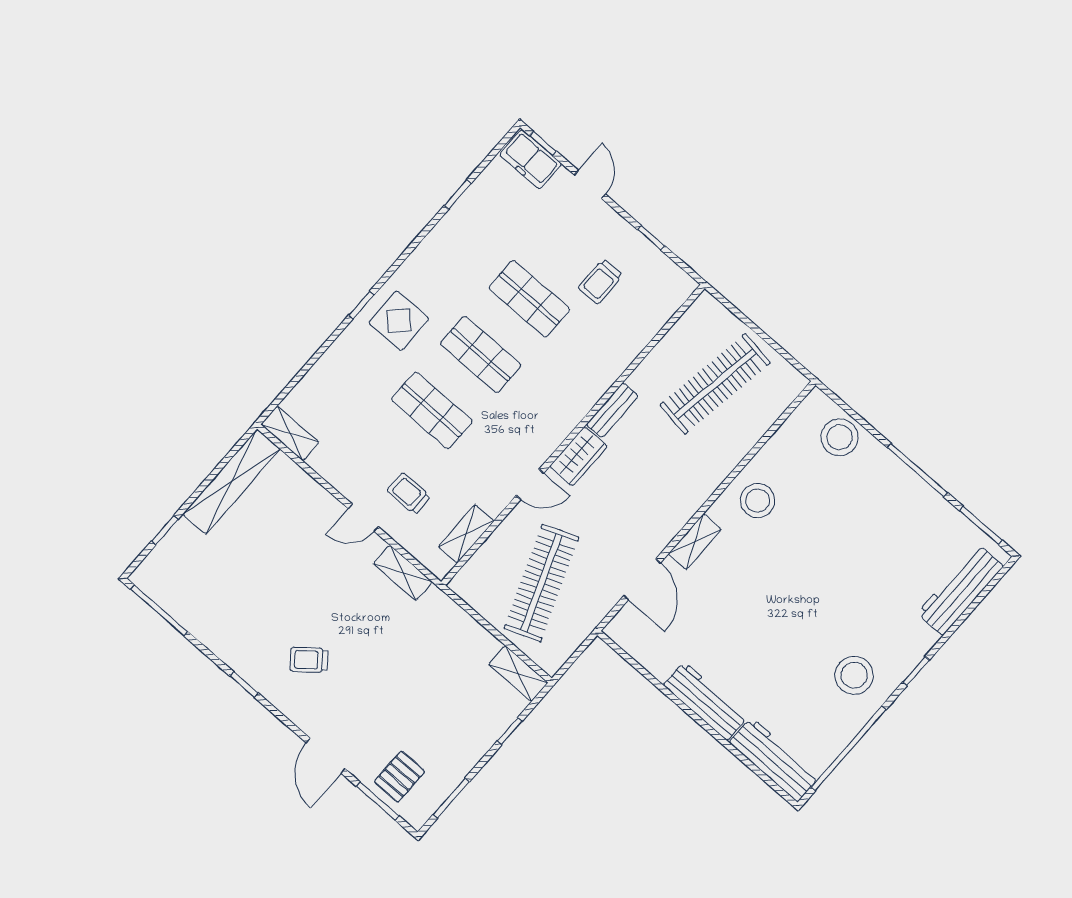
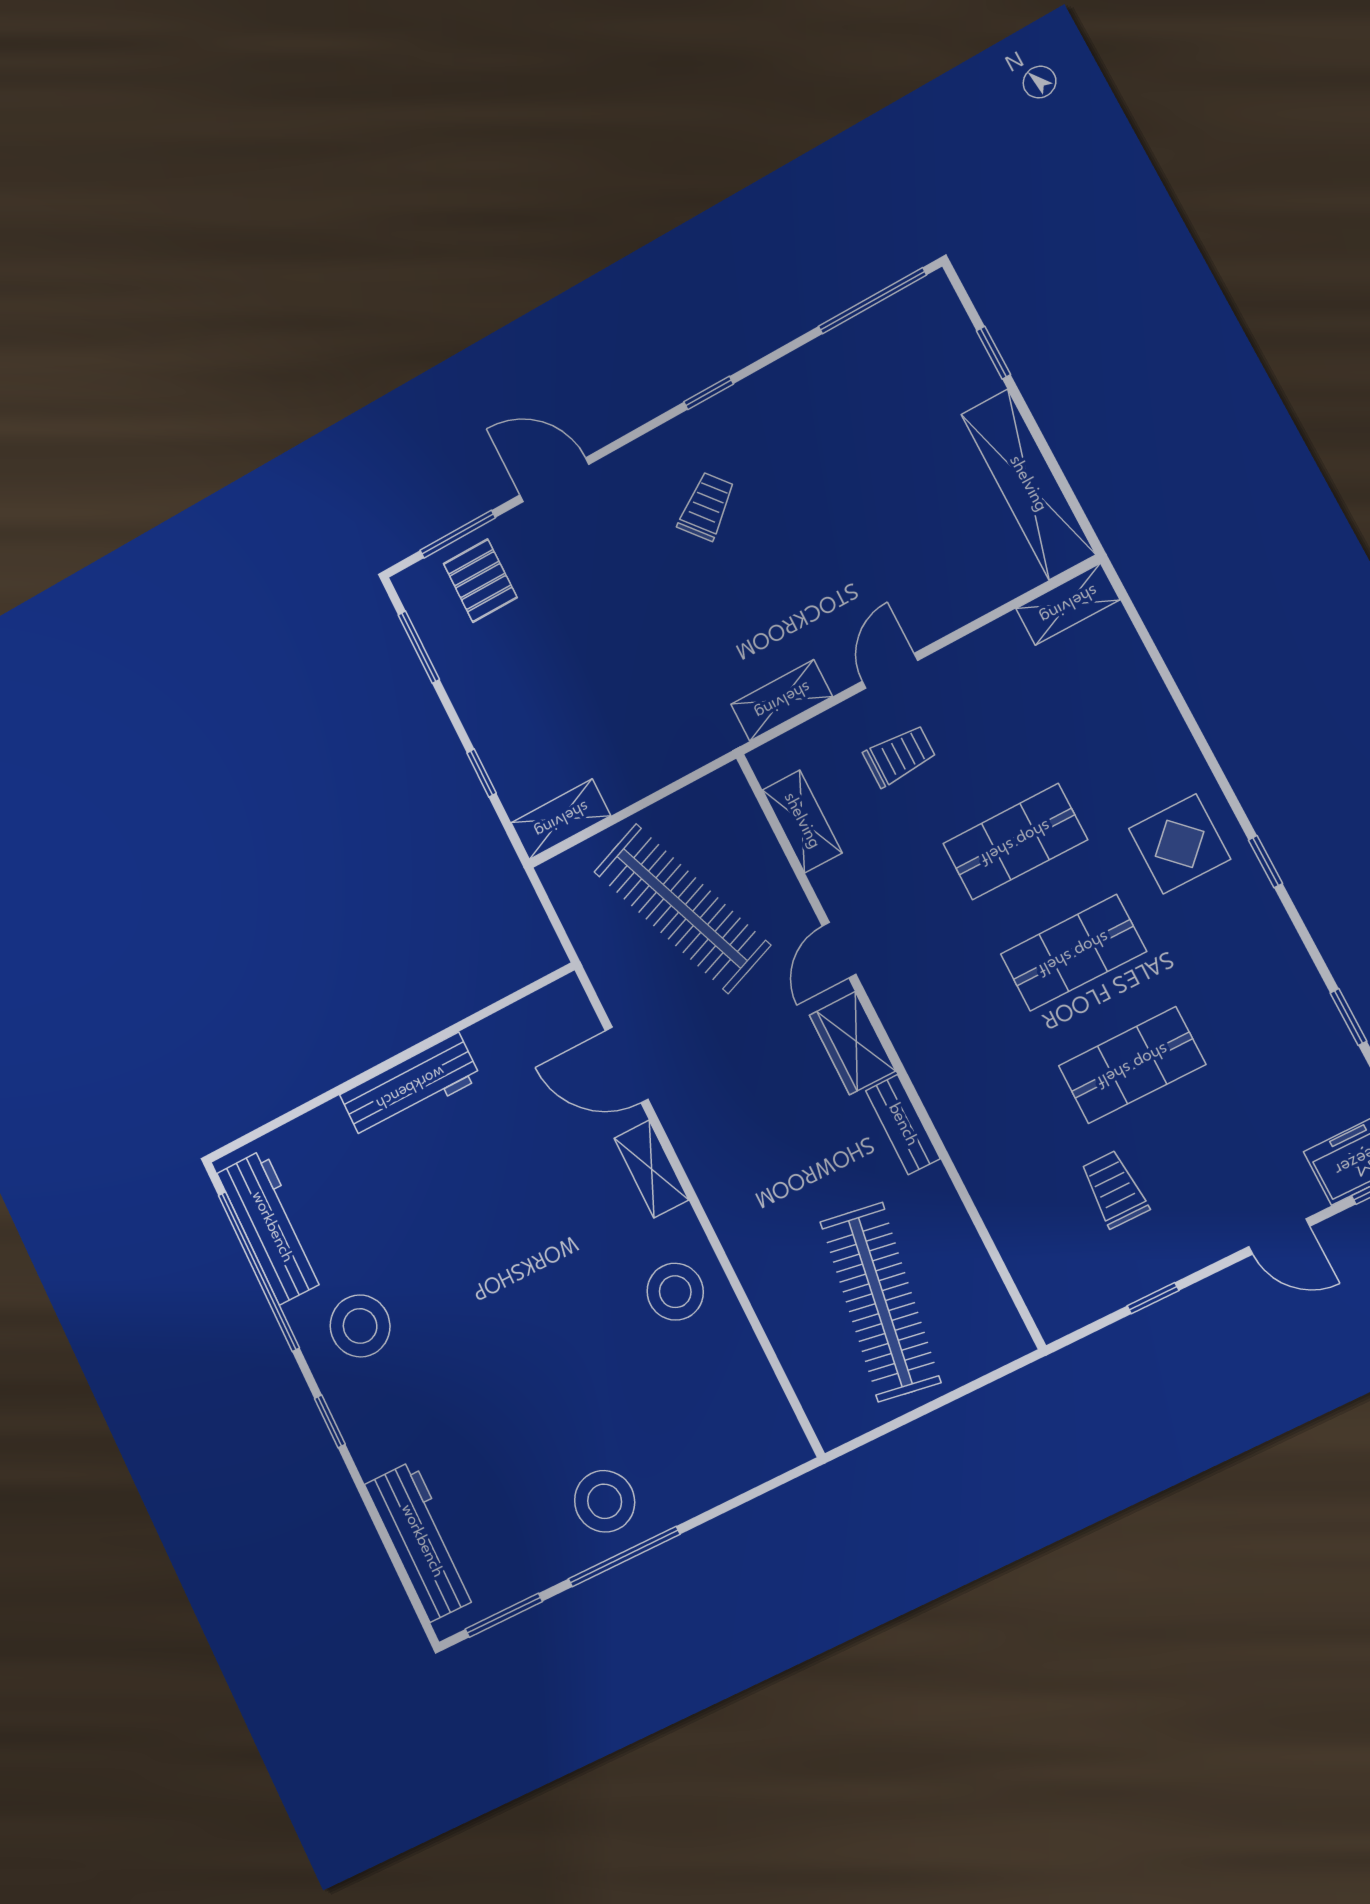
window: (361, 305) -> (1265, 862), moved
stool: (840, 437) -> (605, 1501), moved
workbench: (774, 760) -> (272, 1227), moved, turned -90

